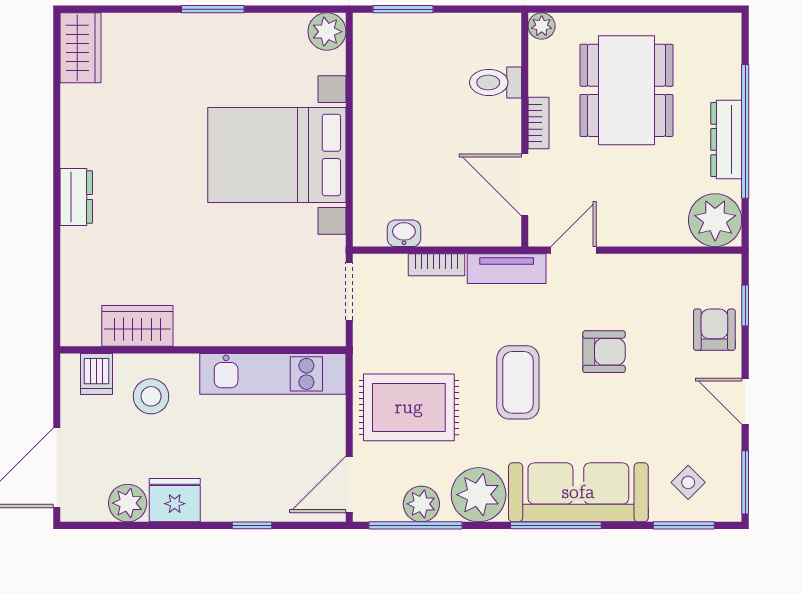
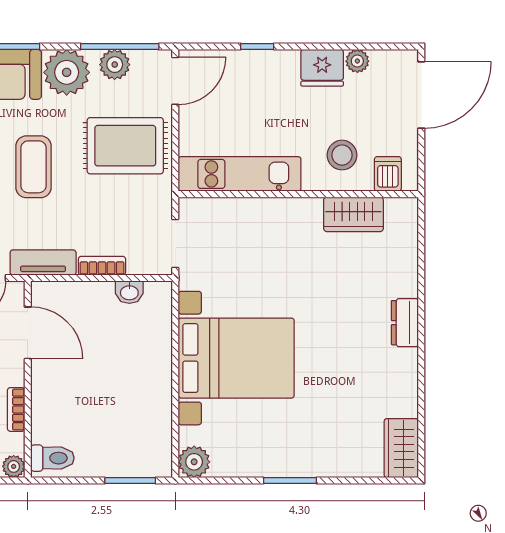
toilet: (495, 82) -> (52, 458), moved
bookcase: (539, 123) -> (16, 409), moved
plant: (128, 503) -> (357, 61), width x0.73, depth x0.73

